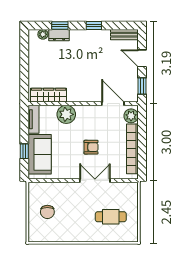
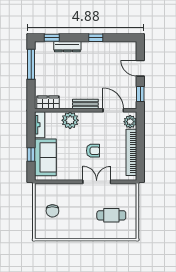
window: (60, 26) -> (52, 38), moved
plant: (43, 34) -> (48, 46), removed
dresser: (59, 35) -> (67, 47), width x1.44
bench: (124, 35) -> (85, 104), moved
window: (24, 54) -> (31, 64), added
wardrobe: (49, 95) -> (48, 102), width x0.67

